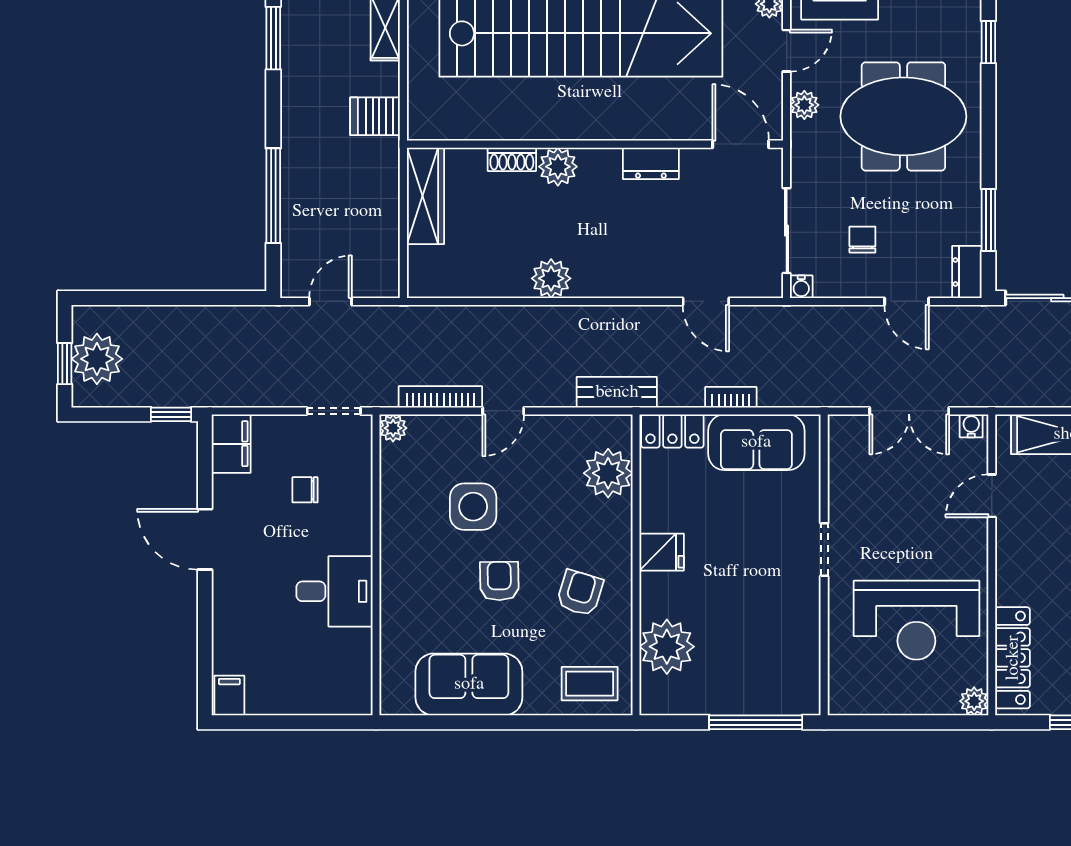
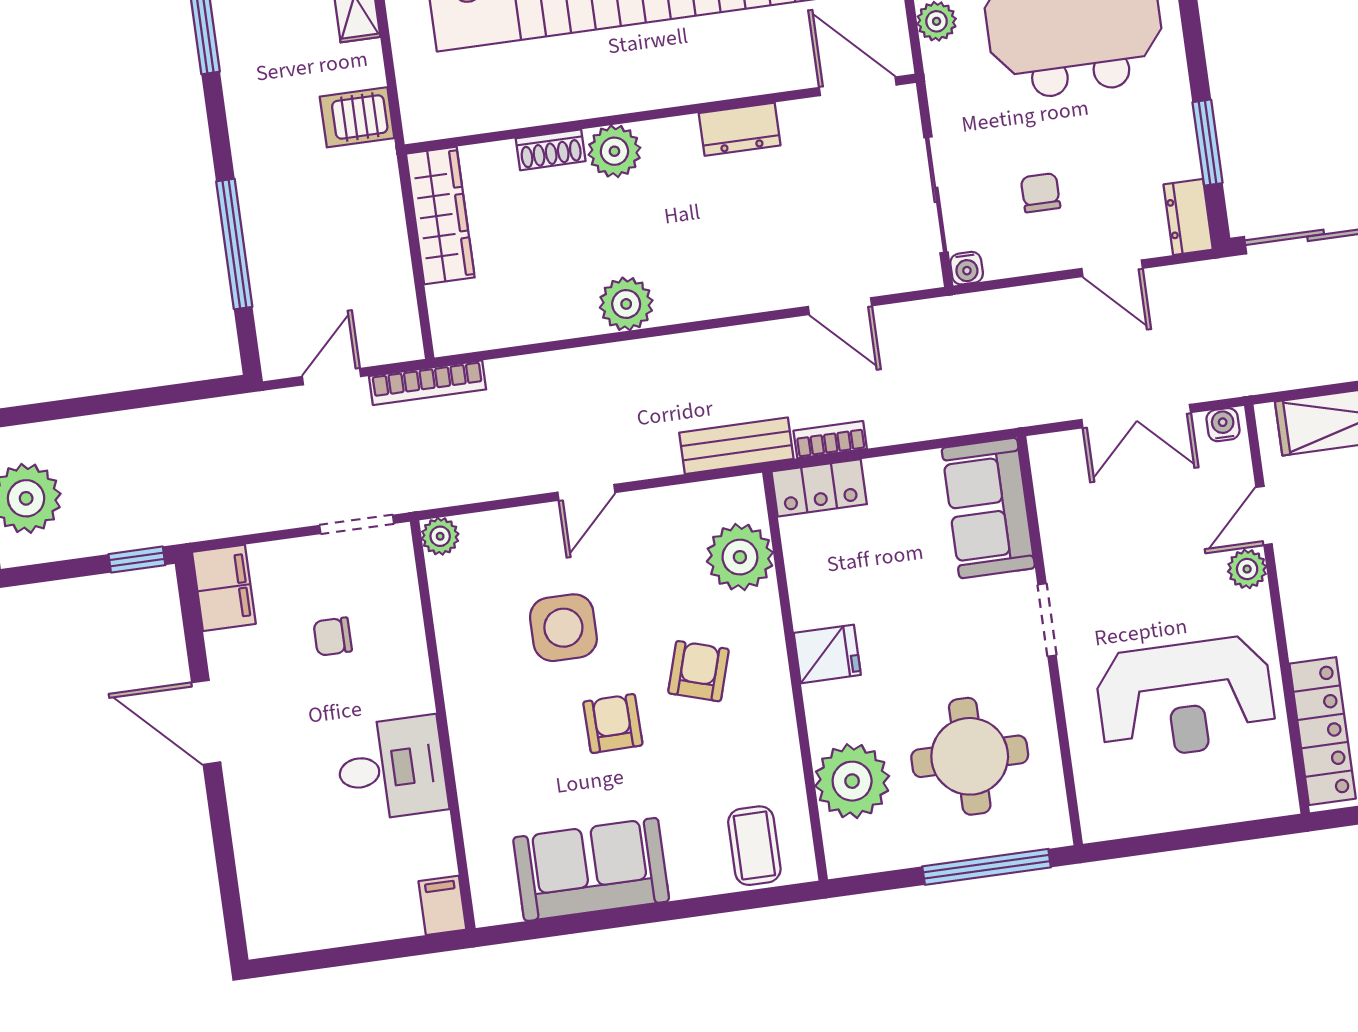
bookcase: (440, 397) -> (428, 383), moved, turned 180
bookcase: (731, 397) -> (830, 440), moved
sofa: (756, 442) -> (988, 508), moved, turned 90
armchair: (580, 593) -> (698, 671), moved
round table: (754, 641) -> (970, 756), added
coffee table: (590, 684) -> (754, 846), turned 90
filing cabinet: (229, 696) -> (442, 905), moved
plant: (974, 701) -> (1247, 569), moved

